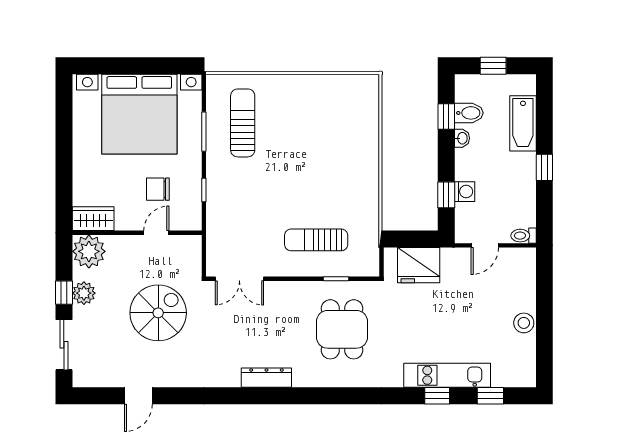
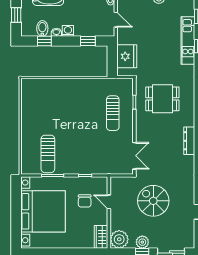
sun lounger: (243, 123) -> (48, 154), turned -90
washing machine: (465, 192) -> (68, 31), moved

